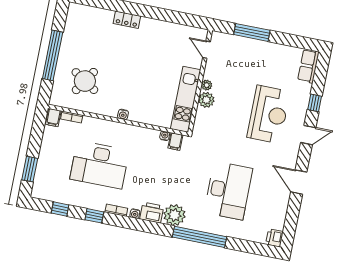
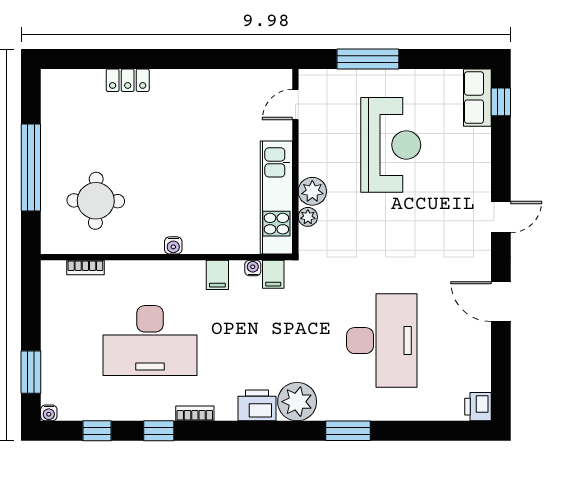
locker: (127, 20) -> (128, 80), moved
door: (206, 50) -> (295, 105), hinge flipped
round table: (85, 81) -> (96, 201), turned -32
plant: (207, 85) -> (308, 217), moved
window: (315, 103) -> (501, 102), moved
reception desk: (269, 114) -> (391, 145), moved
filing cabinet: (53, 118) -> (217, 275), moved
water cooler: (135, 214) -> (49, 413), moved
window: (200, 237) -> (348, 431), width x0.47

